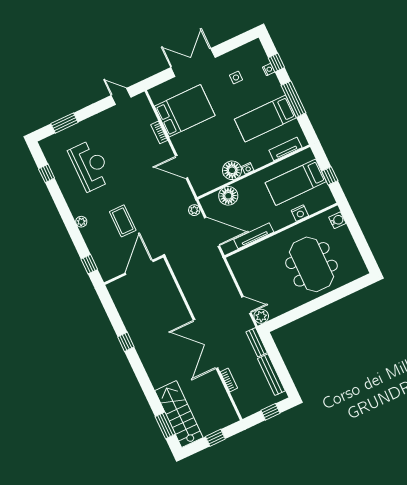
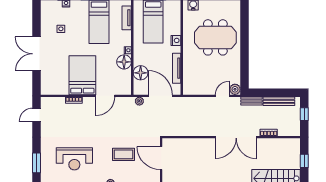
bed: (185, 111) -> (82, 75), moved
reception desk: (90, 165) -> (74, 159), turned 180
nightstand: (300, 213) -> (176, 40), moved
door: (212, 232) -> (160, 96), hinge flipped

